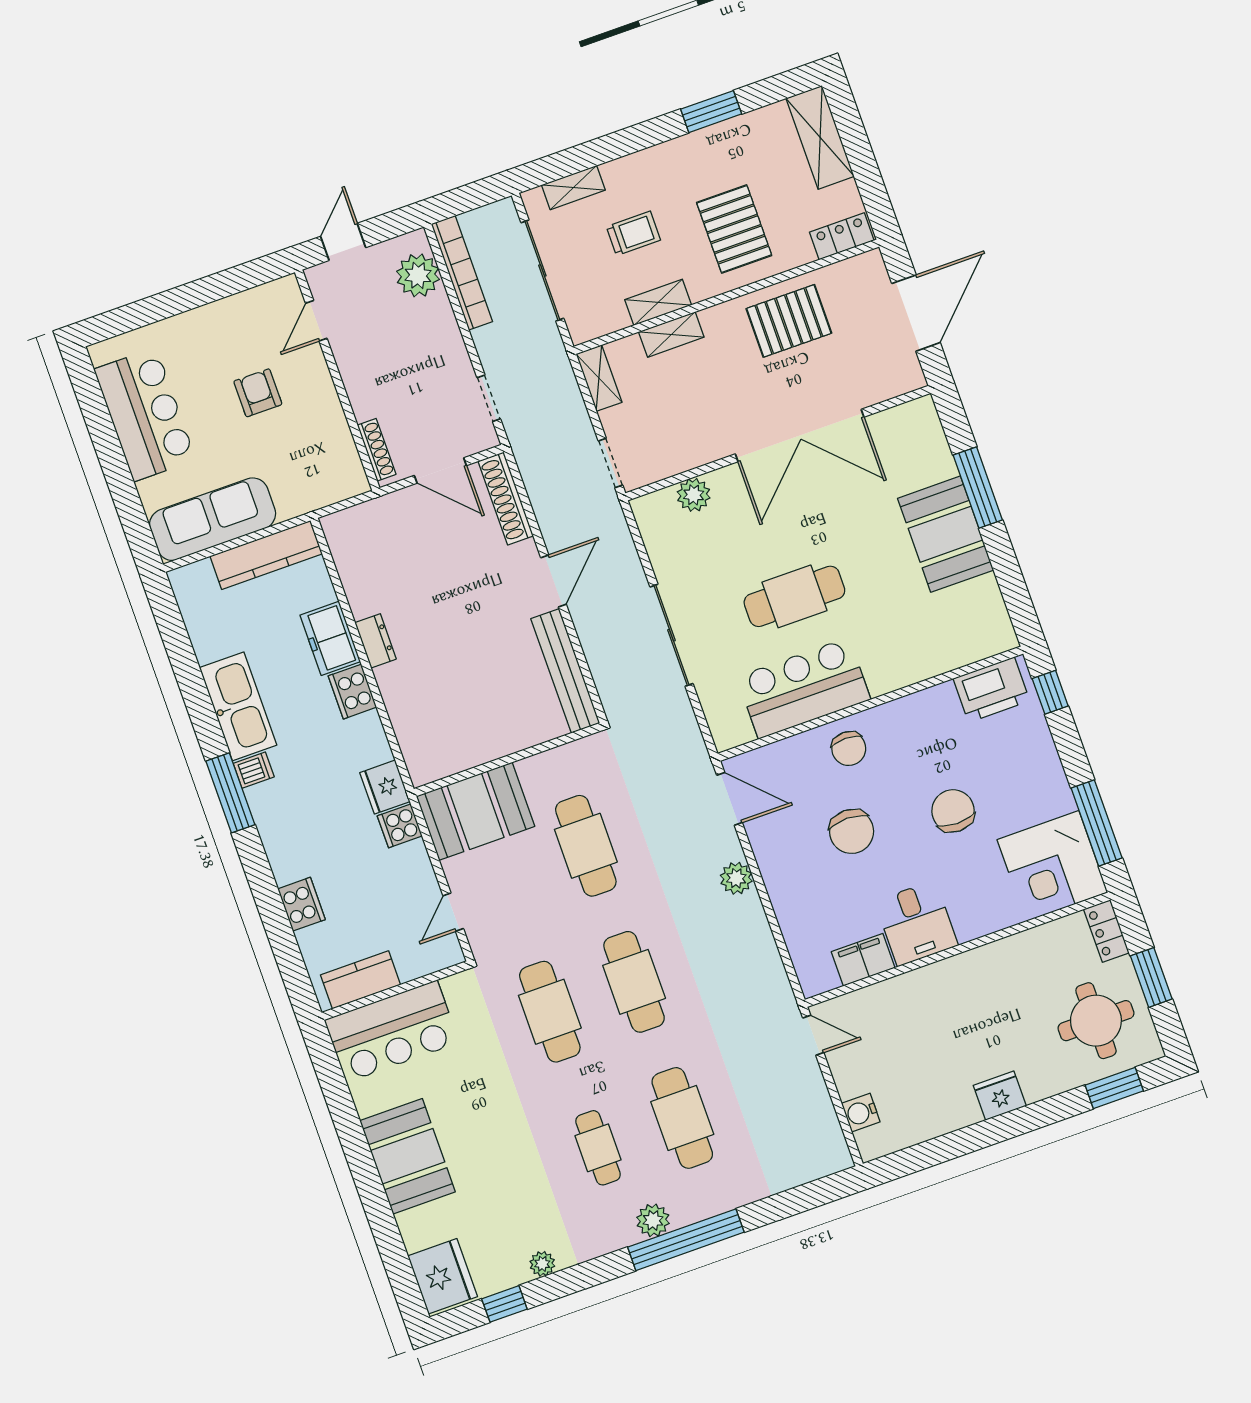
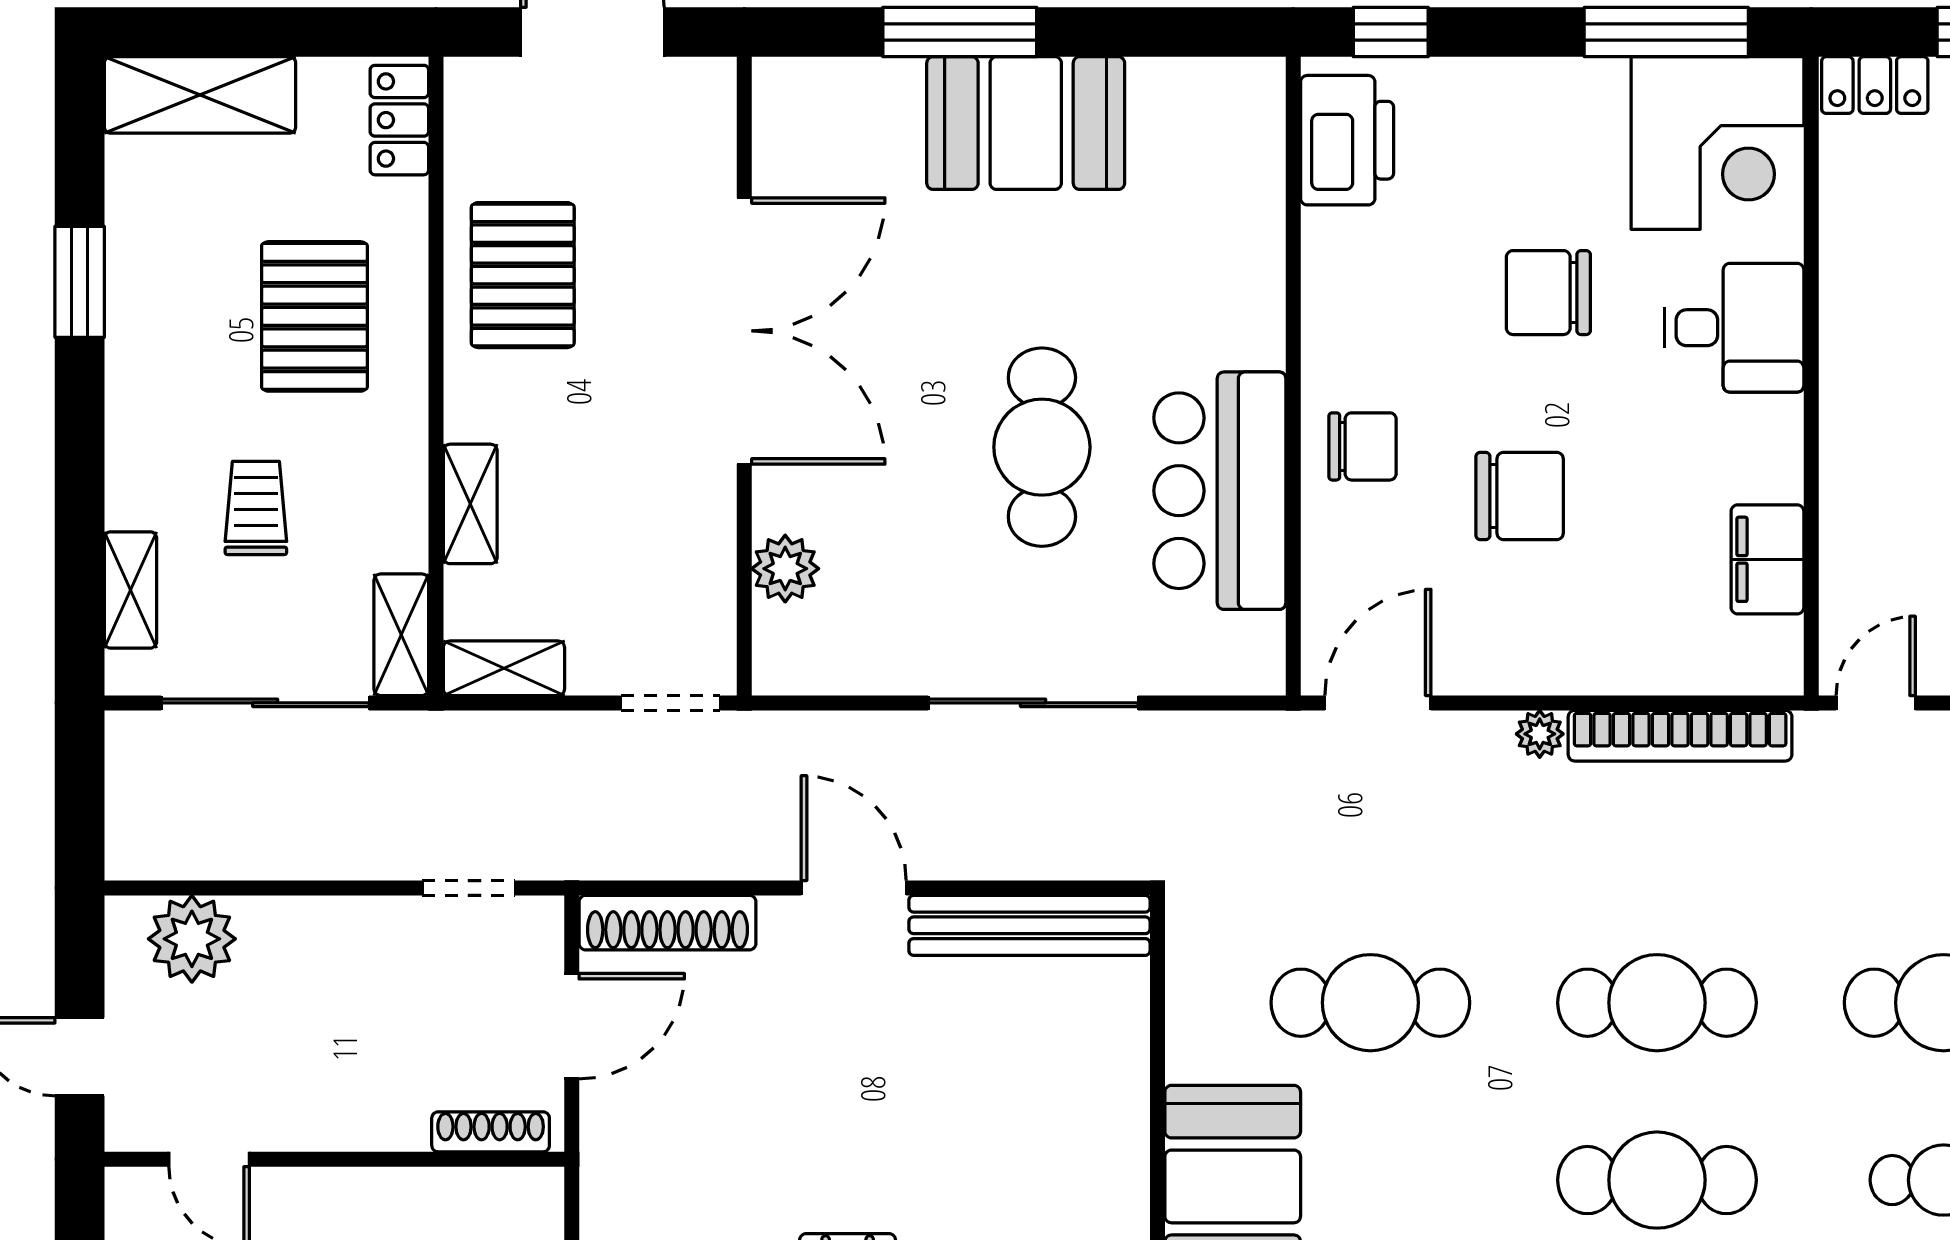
pallet: (734, 229) -> (314, 316), turned 90
bookcase: (462, 273) -> (1680, 736), moved, turned 180
shelving: (658, 302) -> (401, 635), moved
plant: (736, 878) -> (1540, 734), width x0.73, depth x0.73
desk: (916, 923) -> (1734, 328), moved

